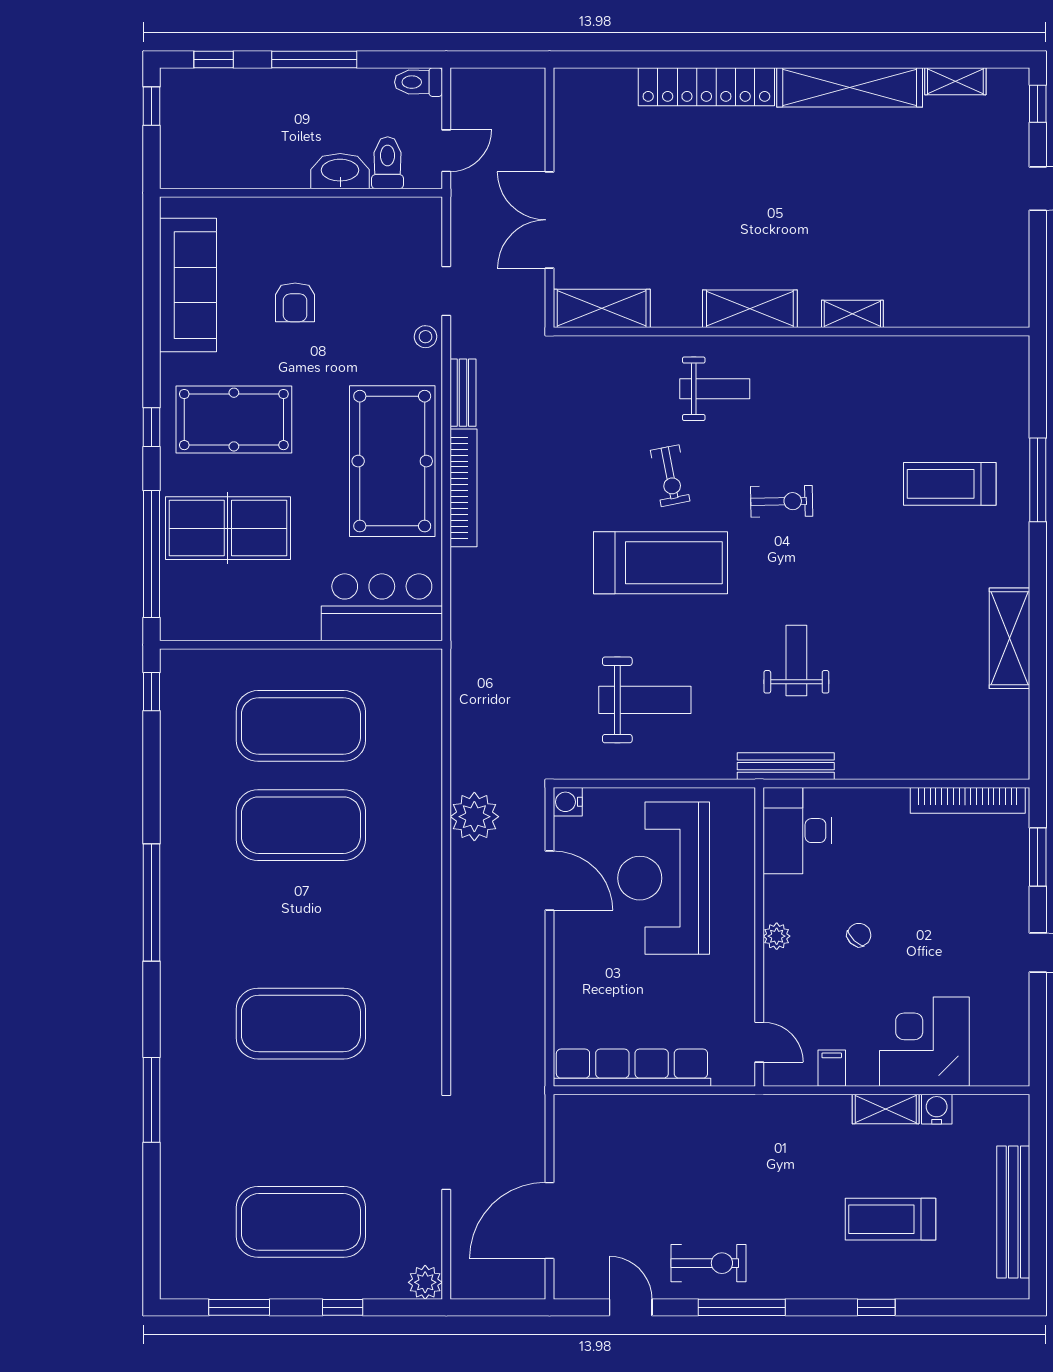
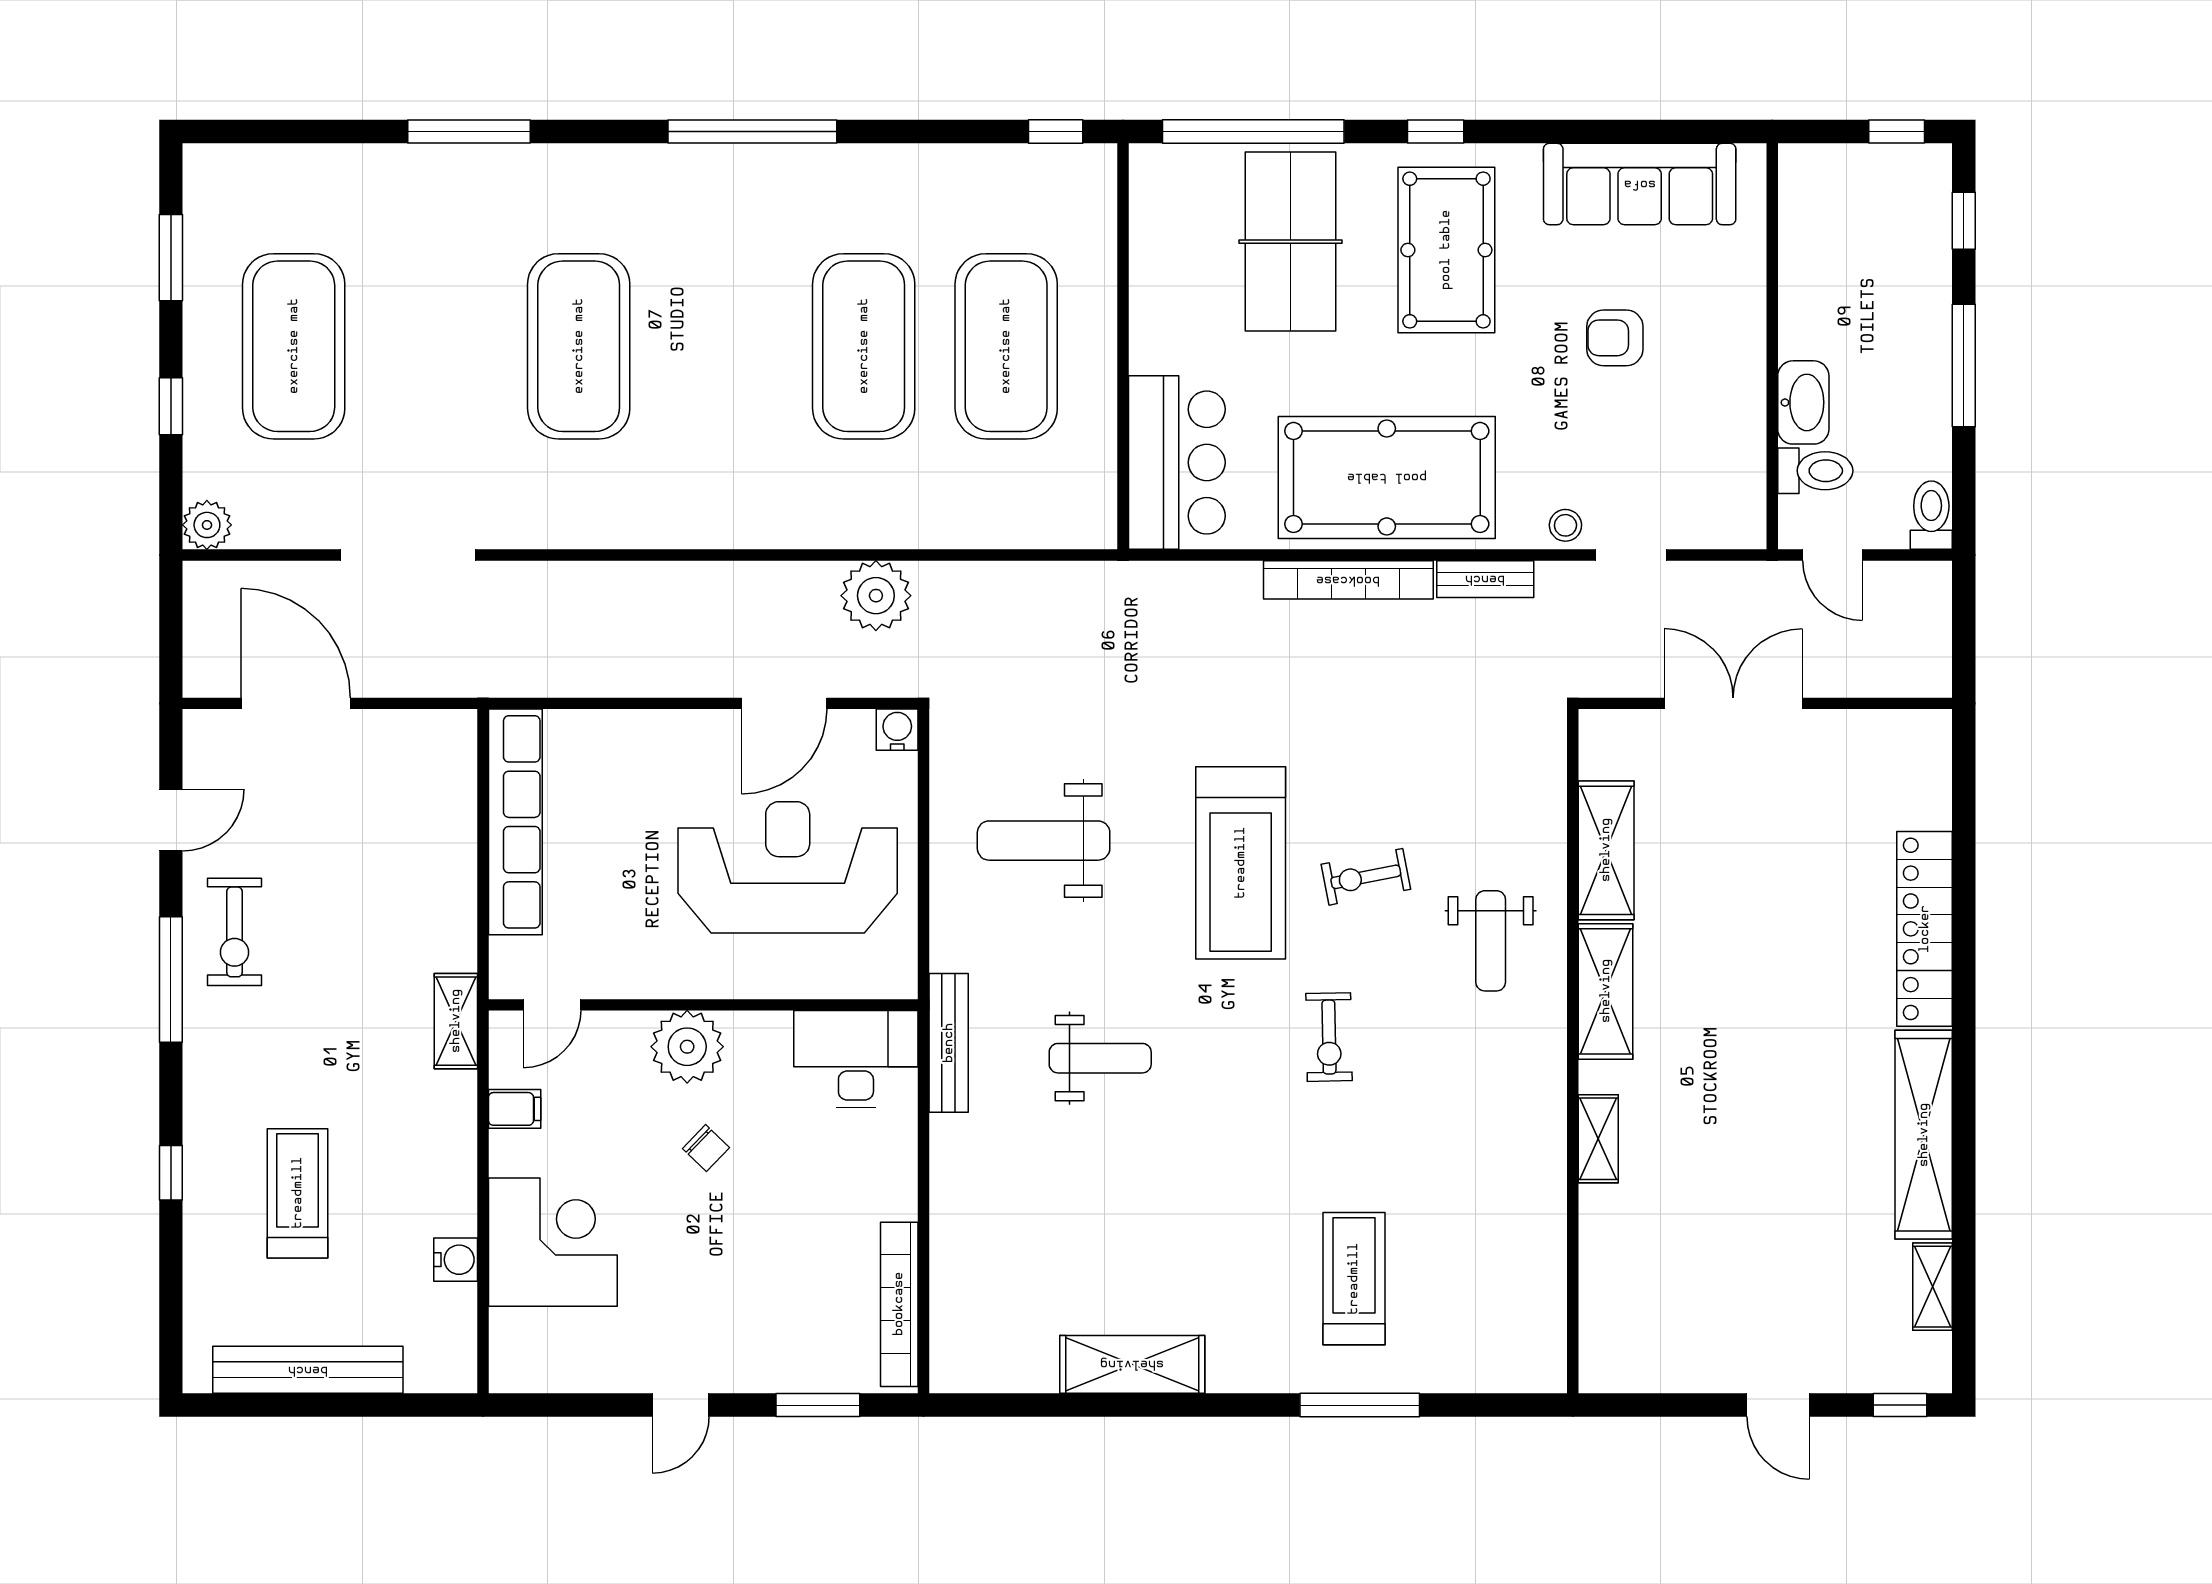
shelving: (602, 308) -> (1606, 850), moved
weight bench: (645, 700) -> (1044, 841), turned 90
plant: (777, 936) -> (687, 1047), width x1.88, depth x1.88
shelving: (886, 1109) -> (456, 1021), moved

